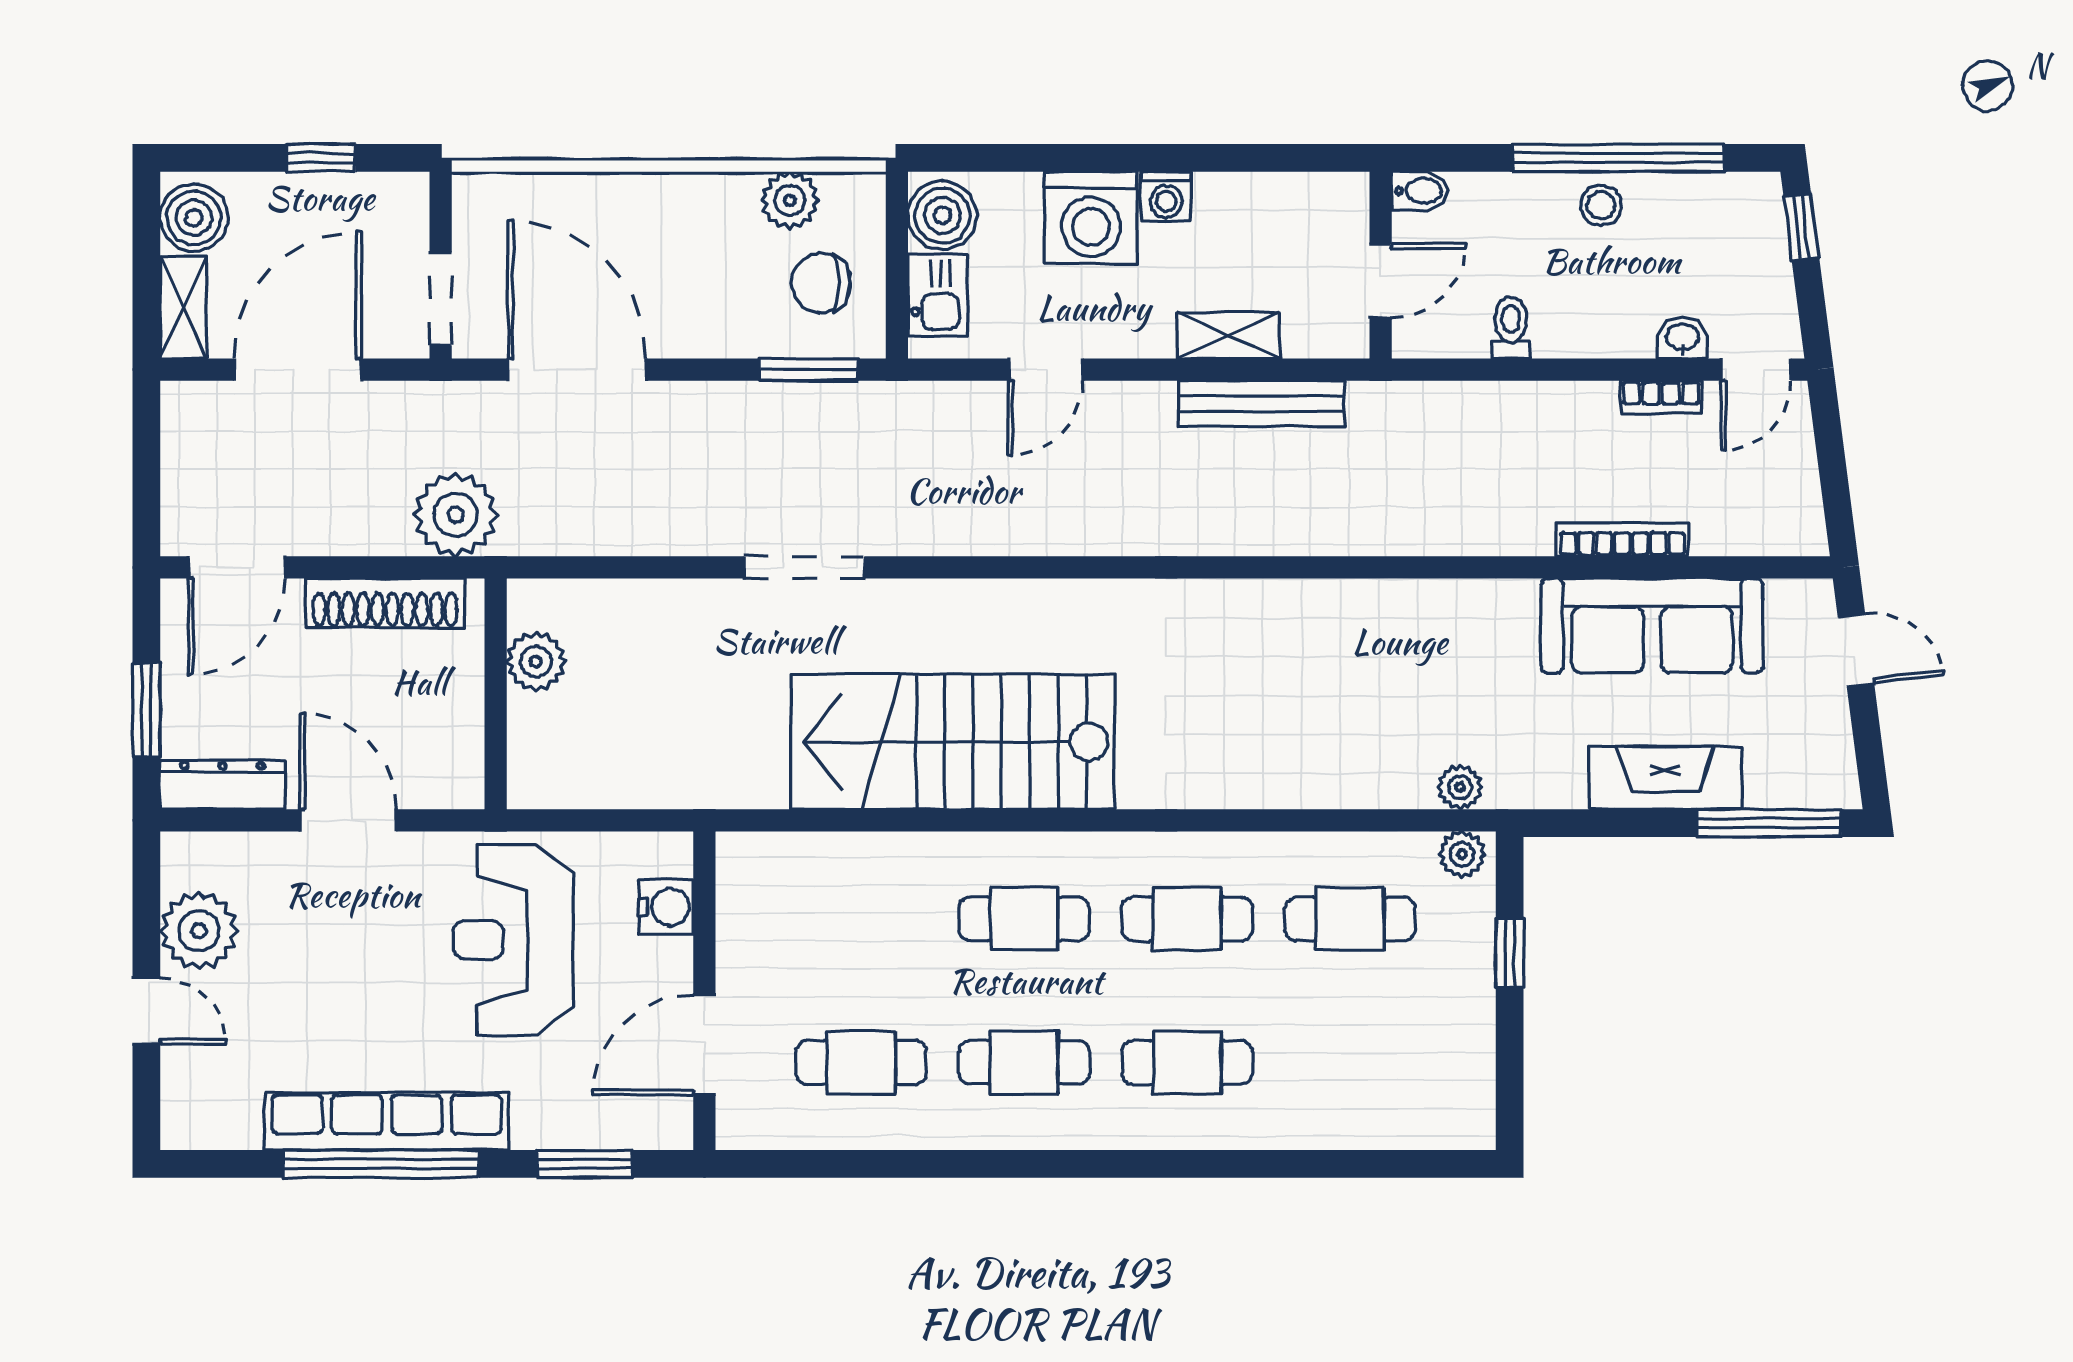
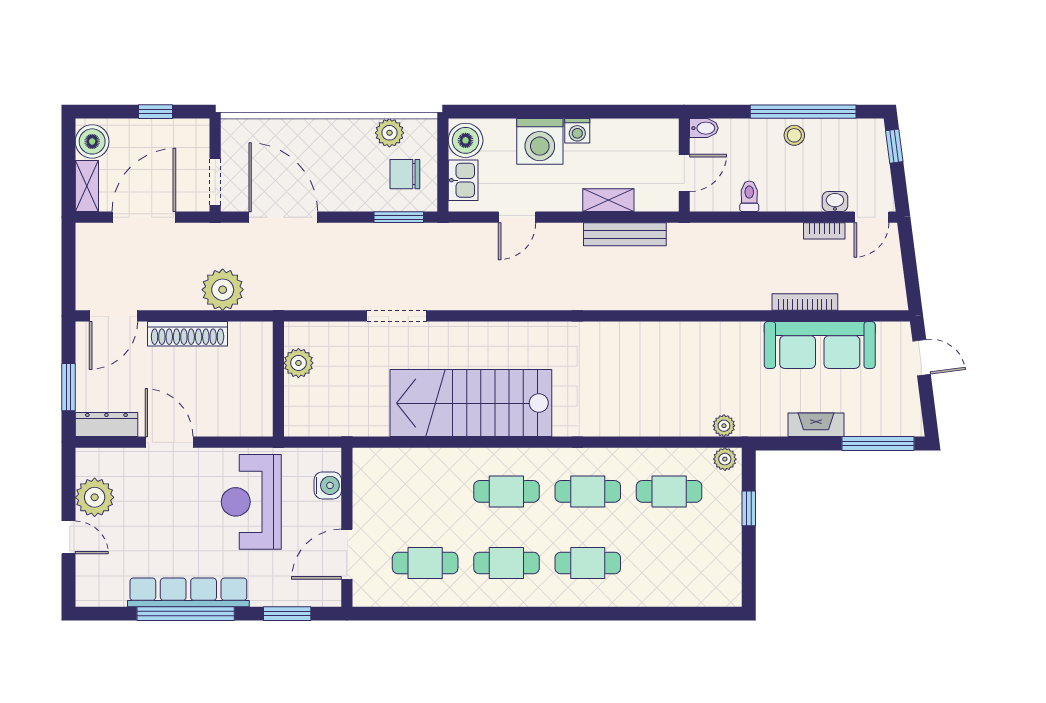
plant: (536, 662) -> (298, 363), moved
wall: (496, 694) -> (278, 379), moved
fireplace: (1665, 778) -> (816, 425), width x0.73, depth x0.76

